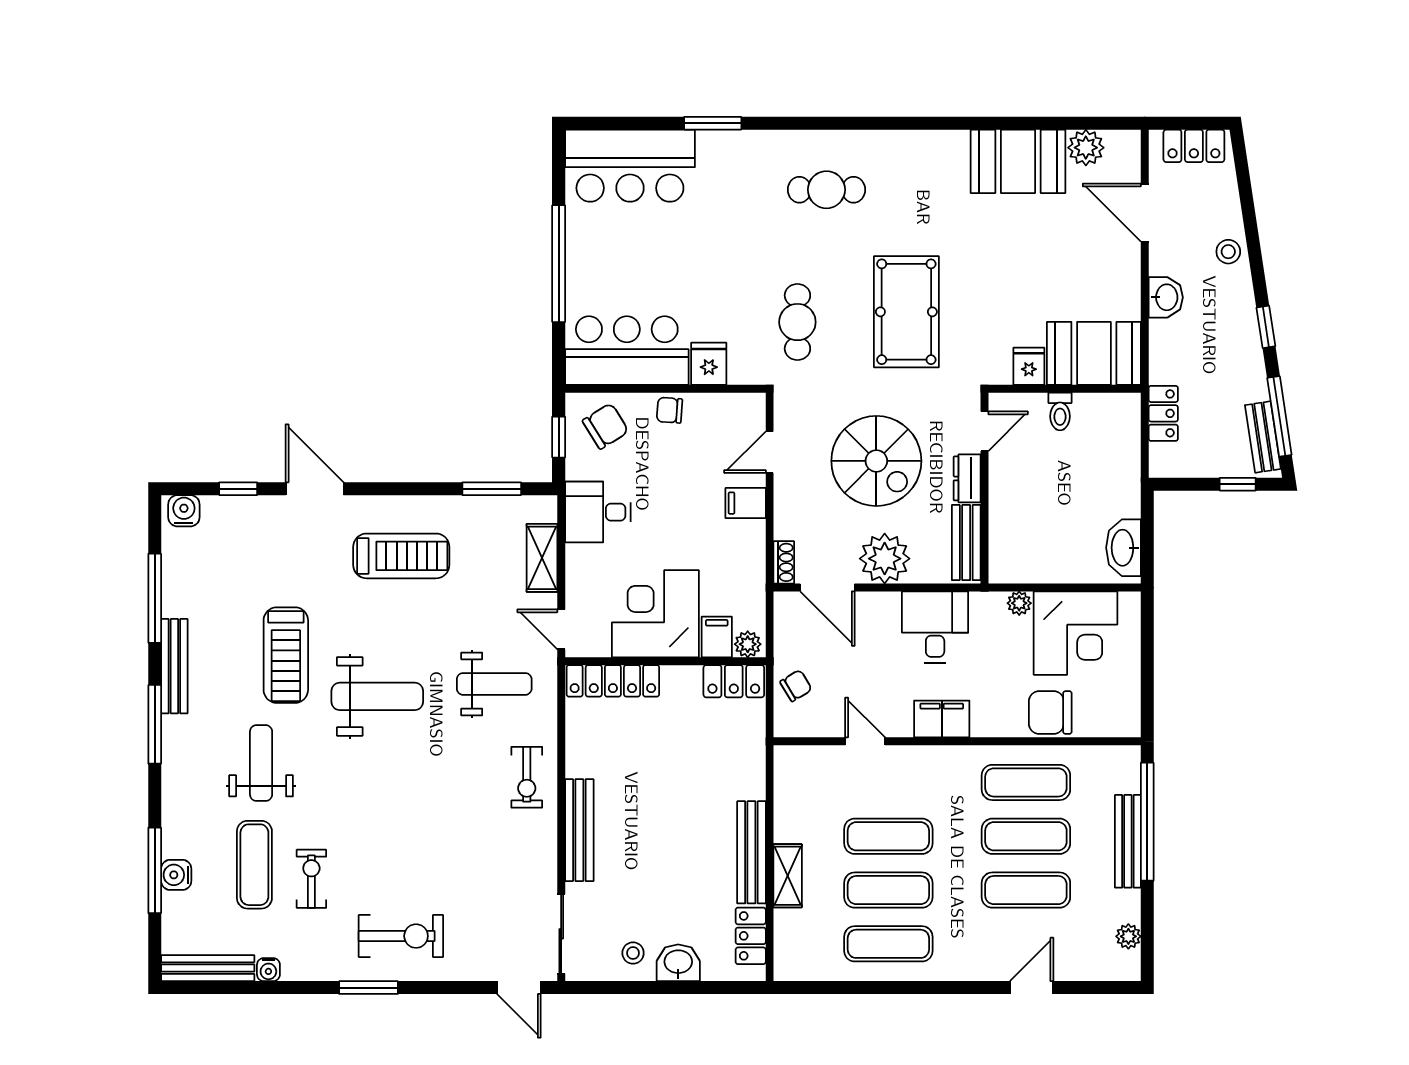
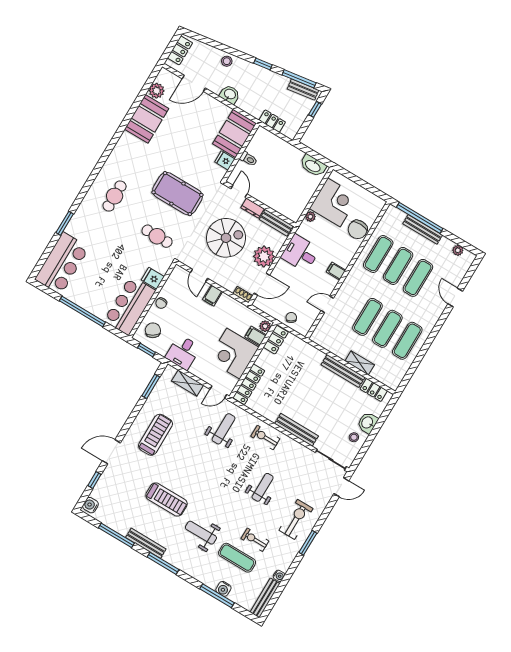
weight bench: (377, 696) -> (263, 487), moved, width x0.73, depth x0.75
filing cabinet: (942, 719) -> (336, 271), width x0.50
exercise bike: (527, 777) -> (265, 438), turned 180

